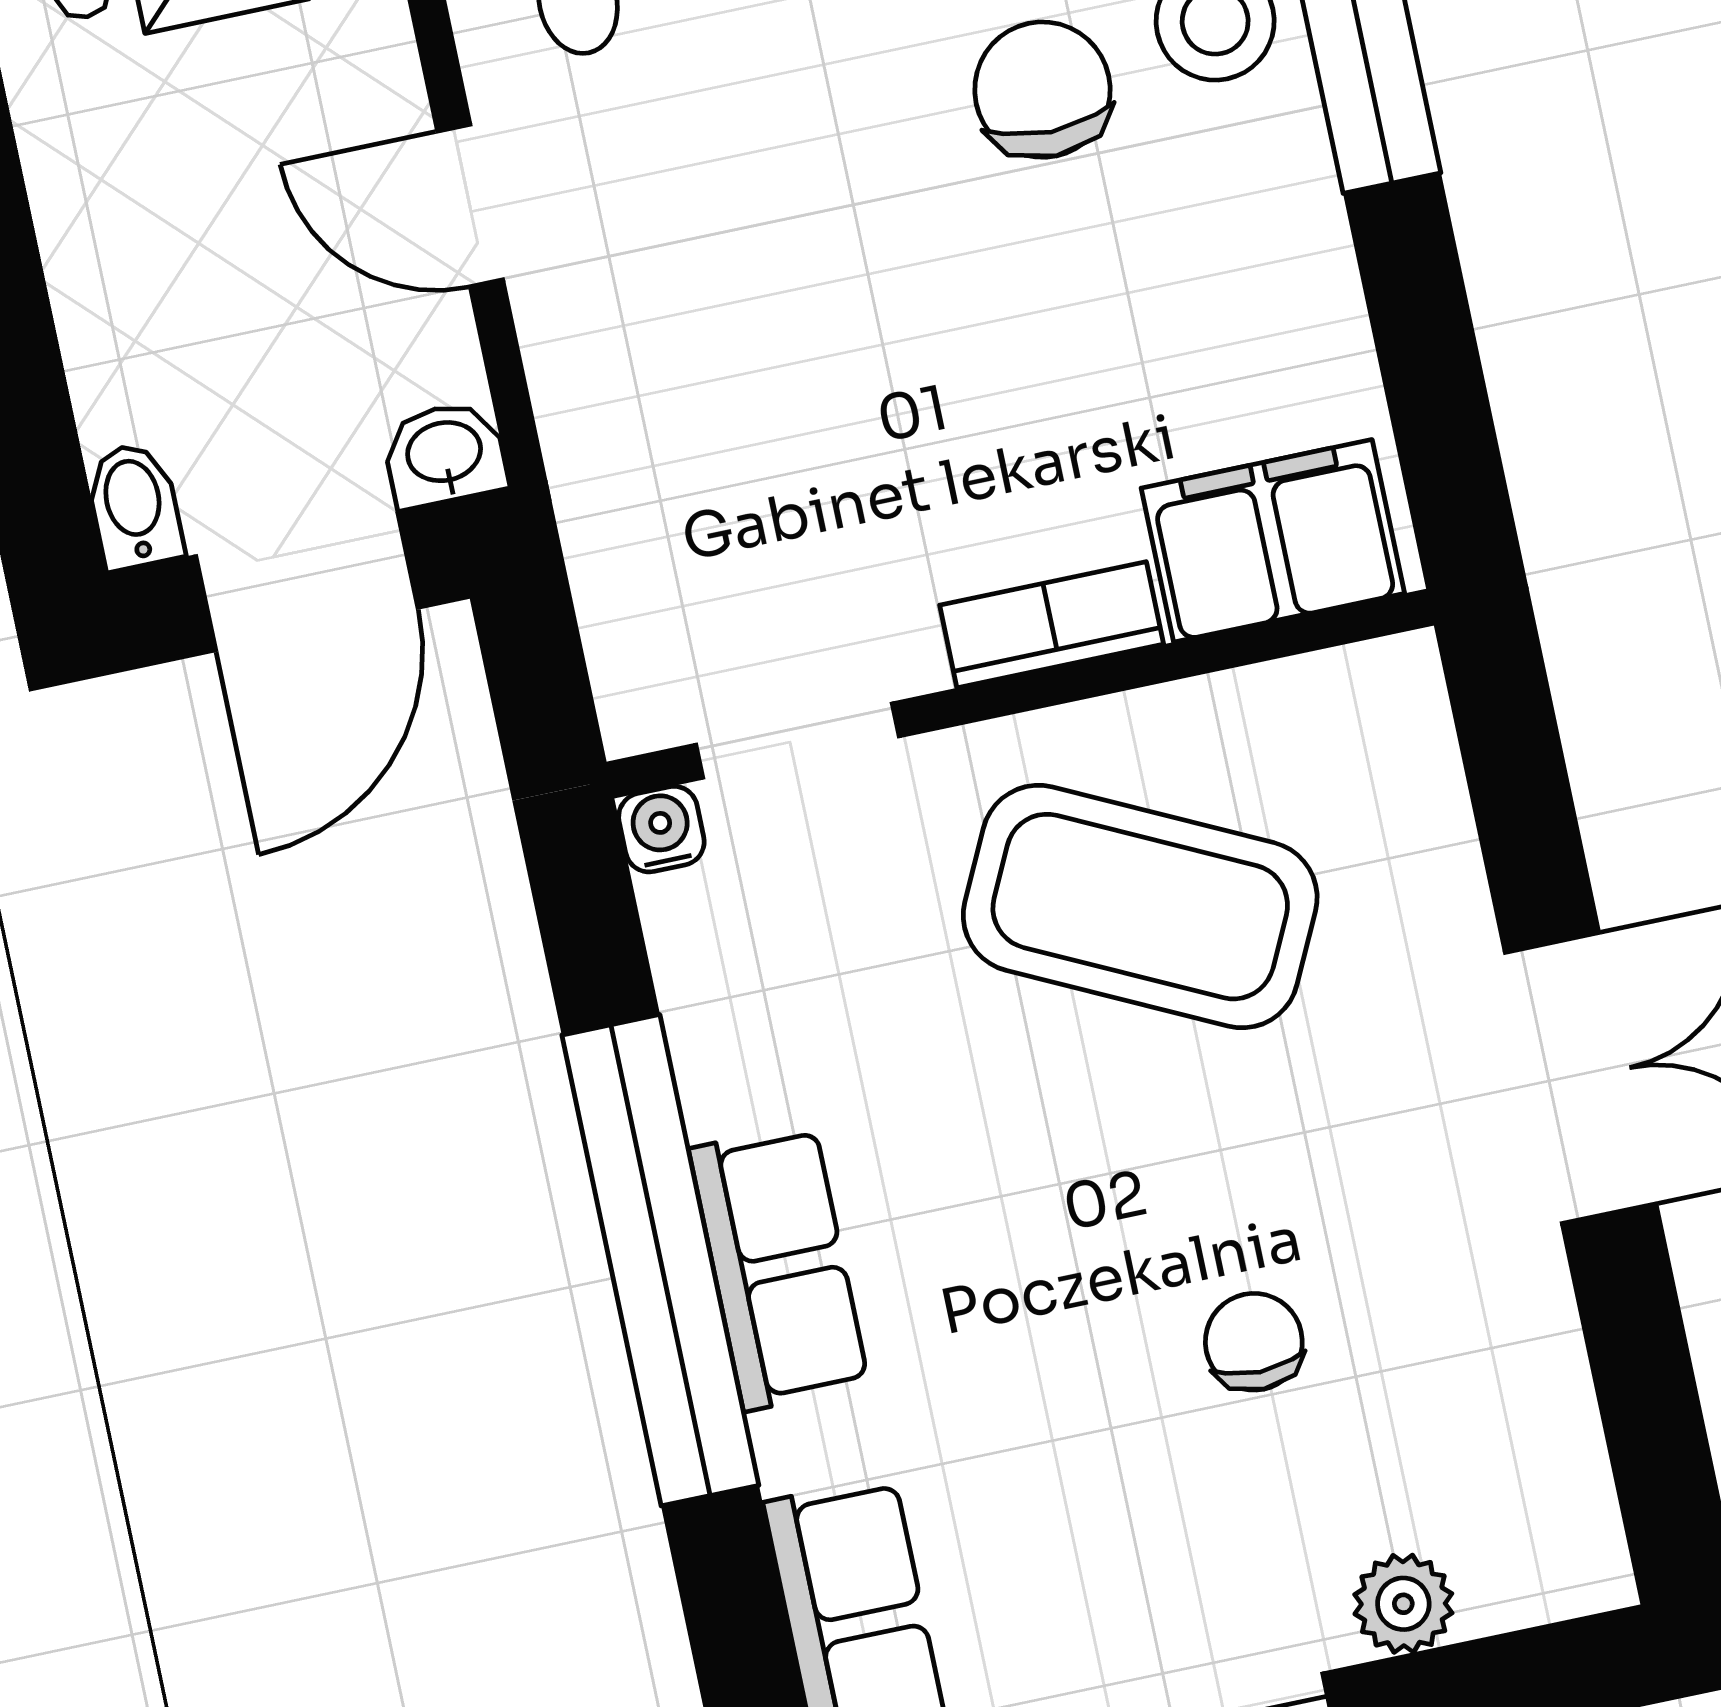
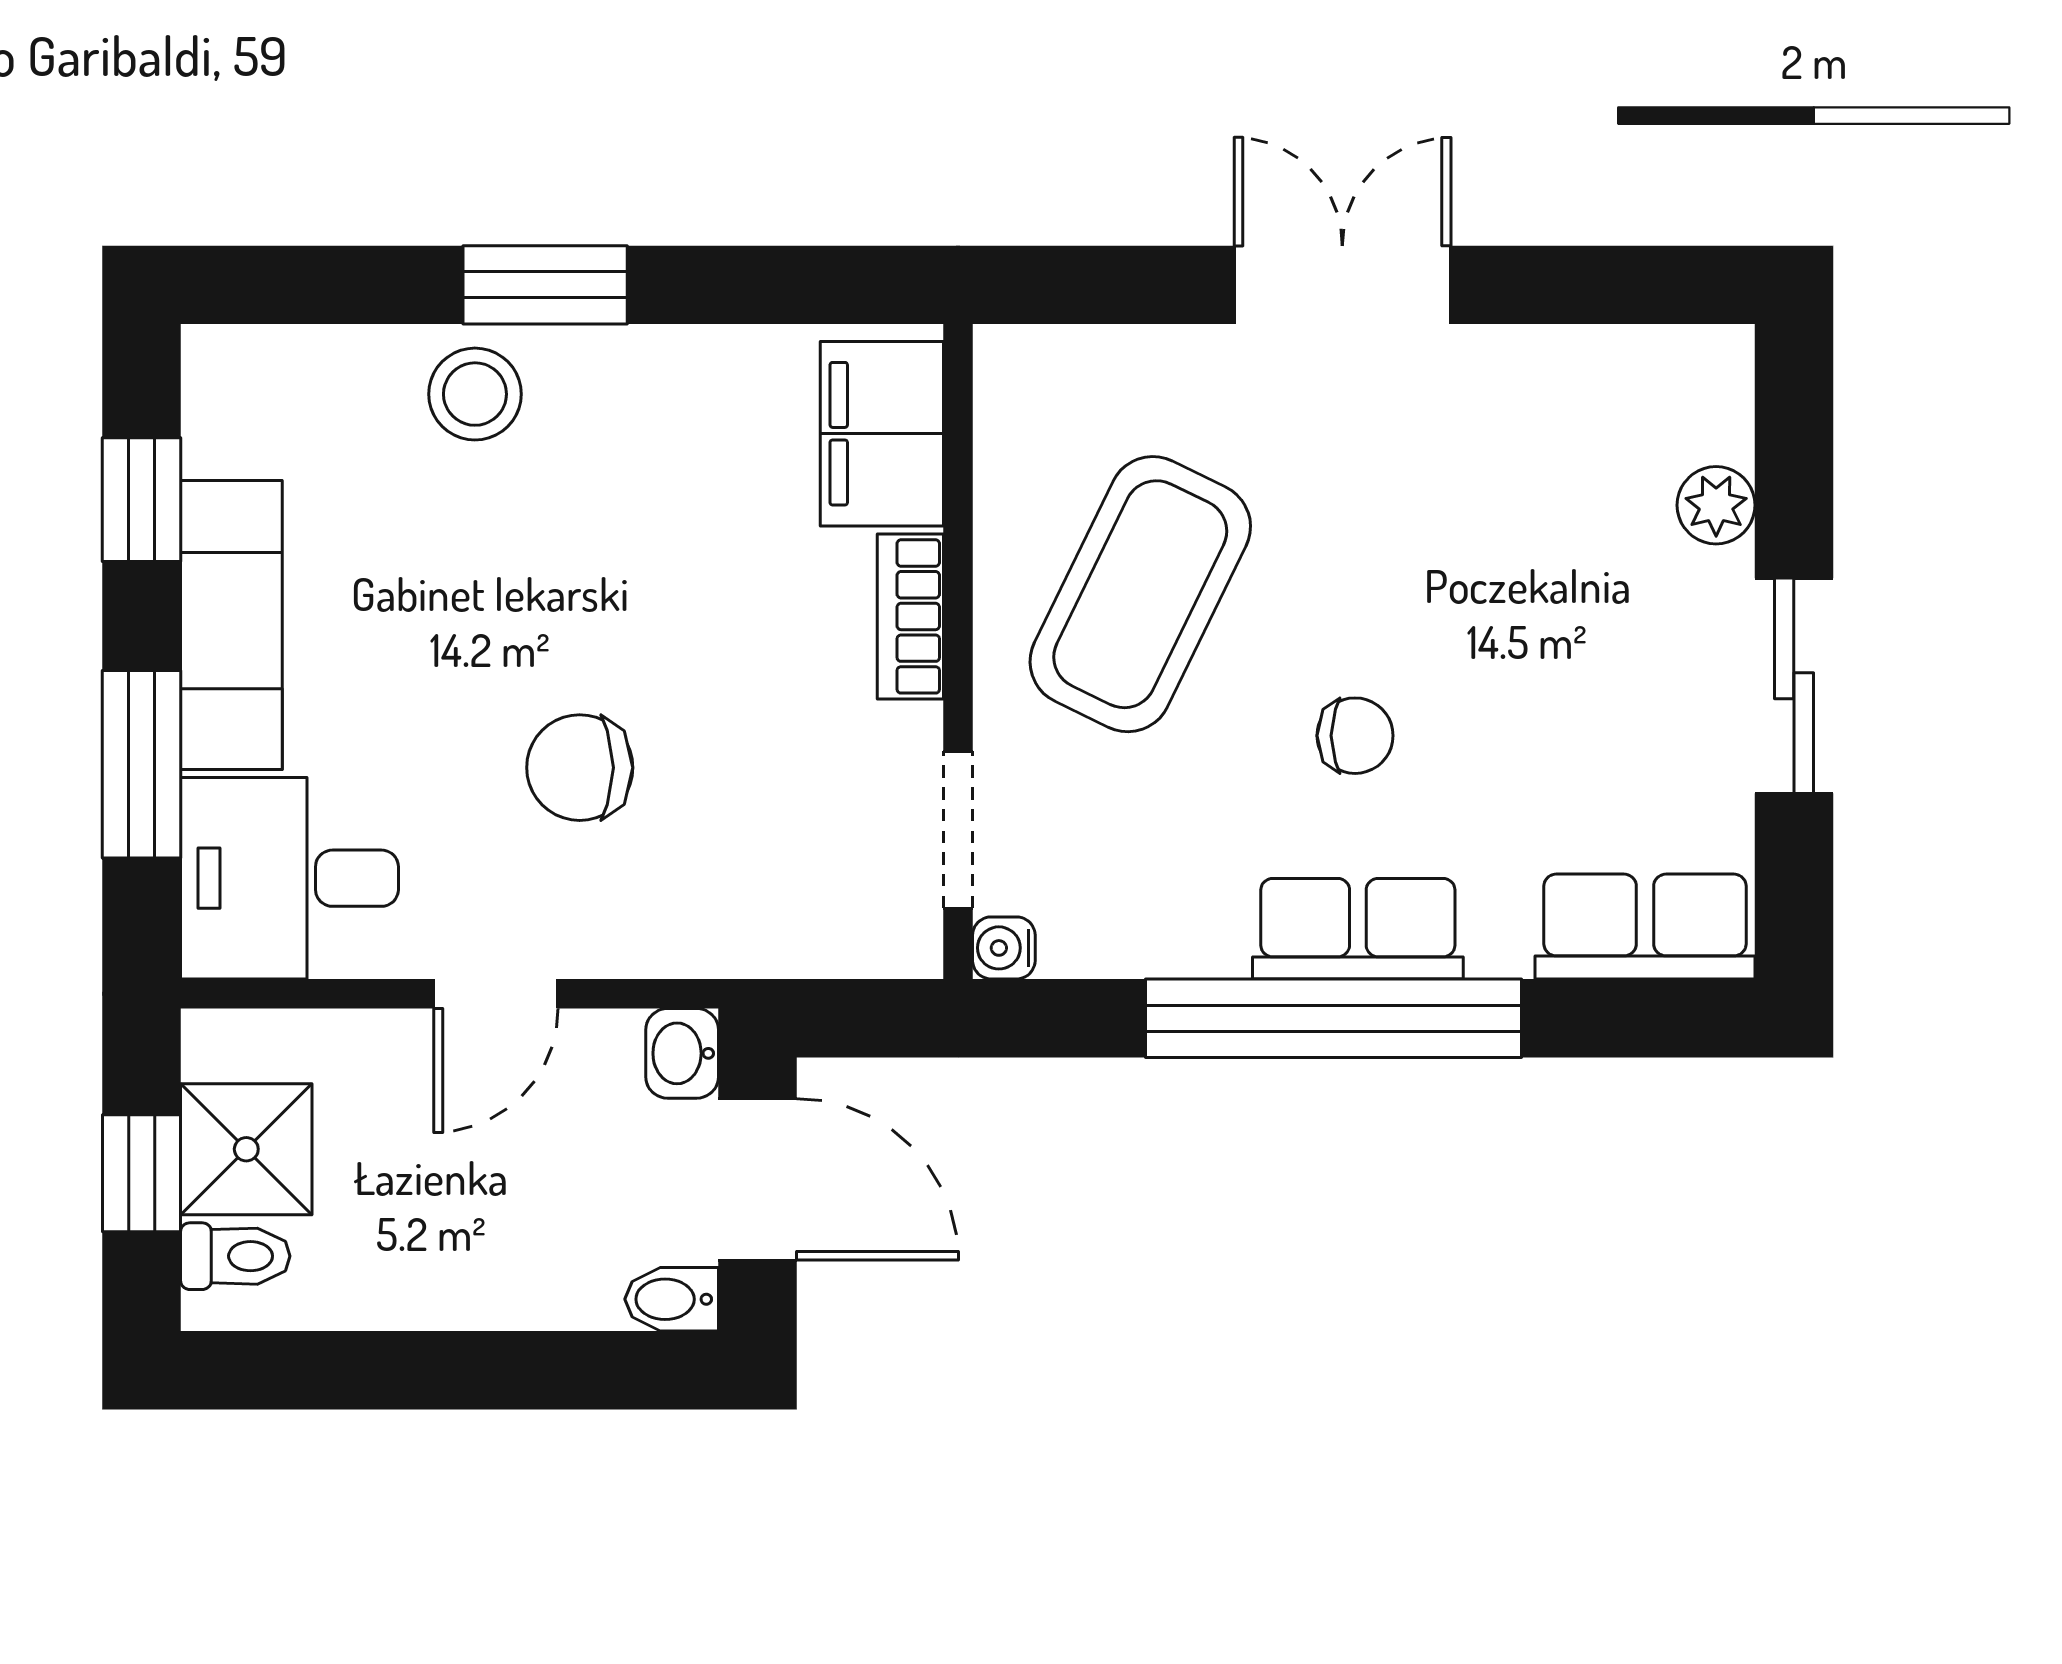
chair: (1042, 90) -> (580, 768), moved
chair: (1254, 1342) -> (1355, 736), moved, turned 180

